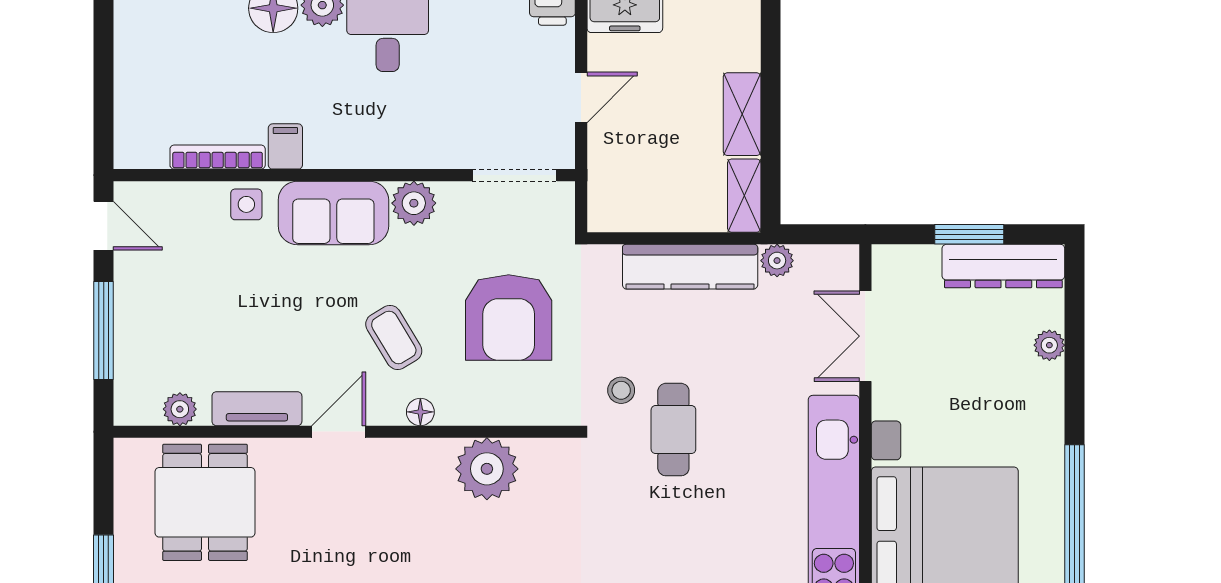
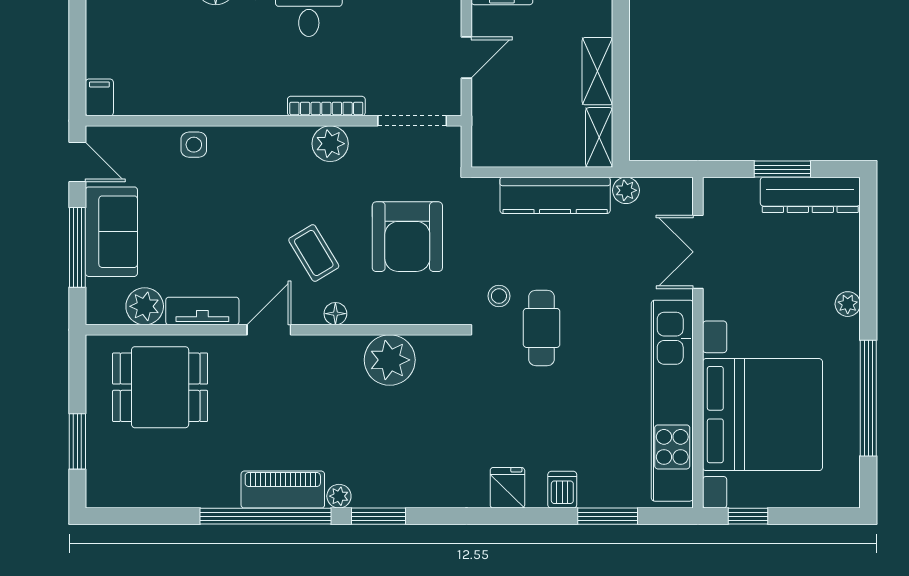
filing cabinet: (285, 146) -> (99, 97), moved
bookcase: (218, 157) -> (326, 106), moved
sofa: (333, 213) -> (111, 232), moved, turned -90
plant: (1049, 345) -> (848, 304), moved
plant: (180, 409) -> (145, 306), width x1.38, depth x1.38
dining table: (205, 502) -> (160, 387), turned 90

